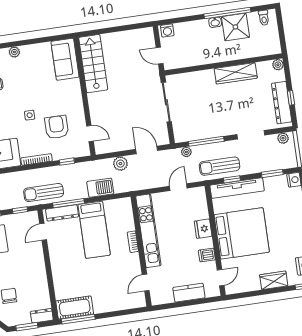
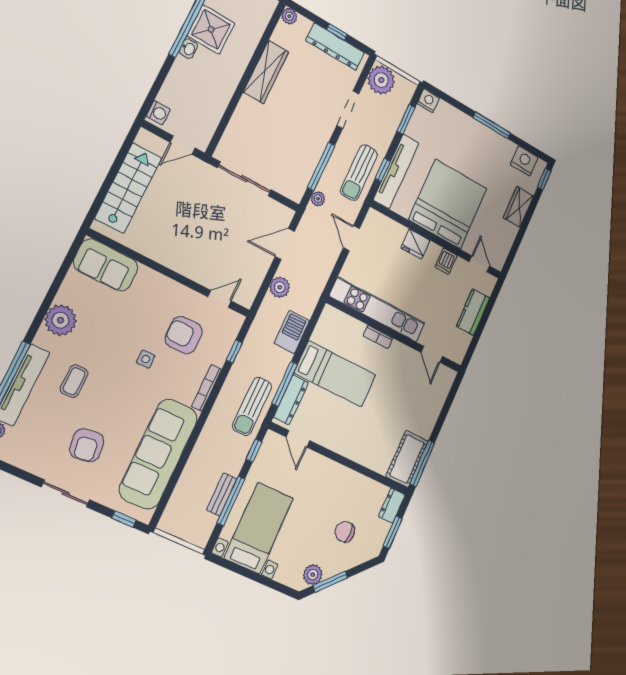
plant: (14, 52) -> (61, 320), width x1.88, depth x1.88
stairs: (93, 64) -> (128, 188), moved, turned 90
plant: (283, 138) -> (381, 80), width x1.88, depth x1.88

